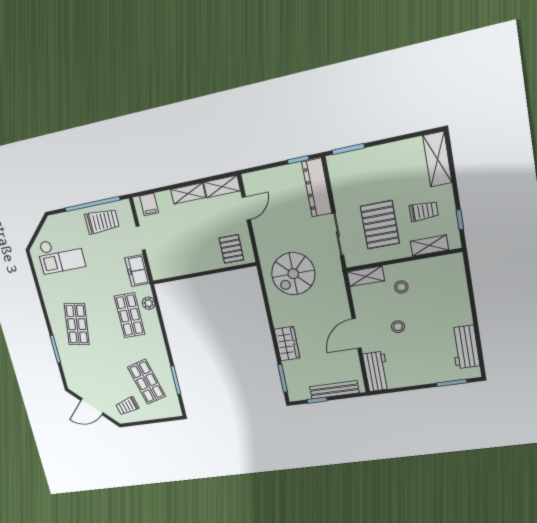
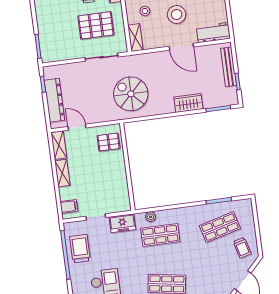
dresser: (317, 188) -> (54, 100), moved, turned -90
spiral stairs: (293, 274) -> (131, 94), turned 180
stool: (398, 327) -> (177, 14), width x1.89, depth x1.89

